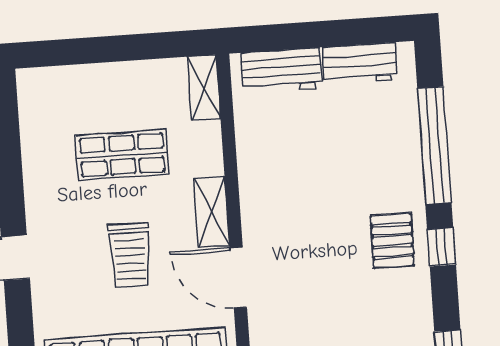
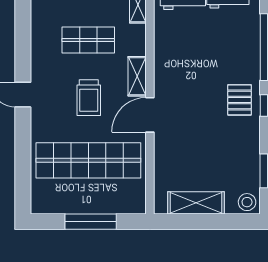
door: (238, 277) -> (150, 115), hinge flipped

